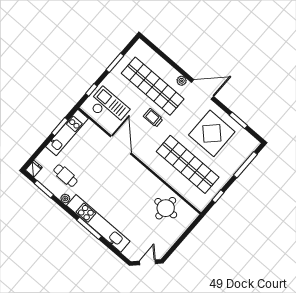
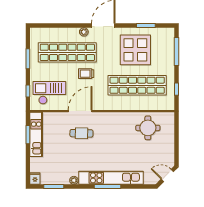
door: (121, 145) -> (80, 111), hinge flipped
cafe table: (65, 176) -> (81, 133), moved
door: (148, 262) -> (167, 175), hinge flipped

